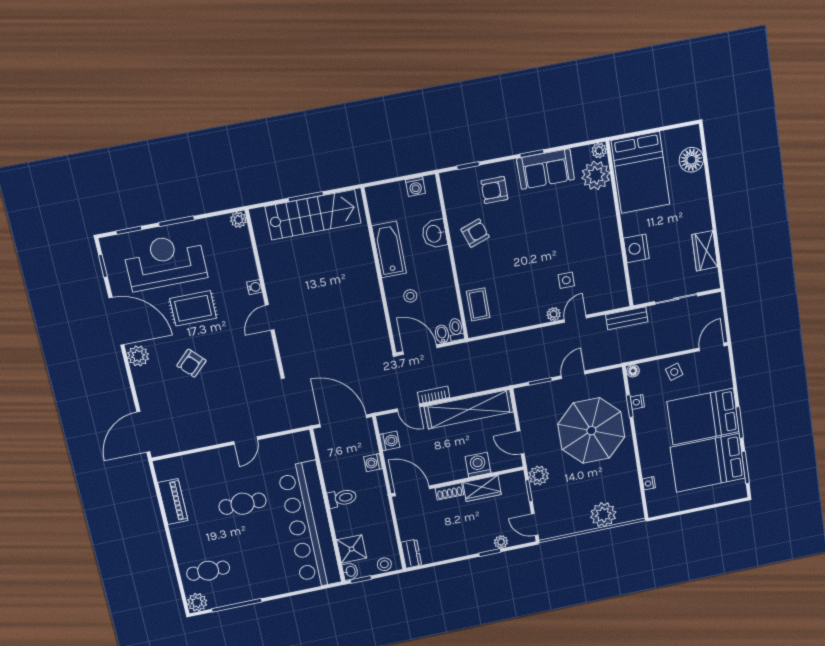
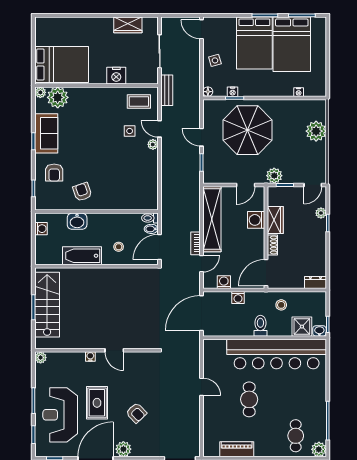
floor lamp: (691, 160) -> (60, 26), removed
coffee table: (478, 304) -> (139, 101), moved
stool: (384, 564) -> (281, 305), moved

